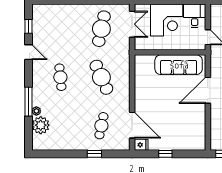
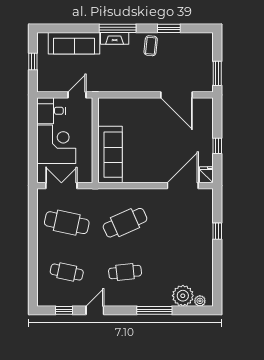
sofa: (179, 65) -> (110, 155), moved
door: (208, 90) -> (177, 95), moved
plant: (36, 111) -> (200, 301), moved
cafe table: (101, 126) -> (67, 272), moved

